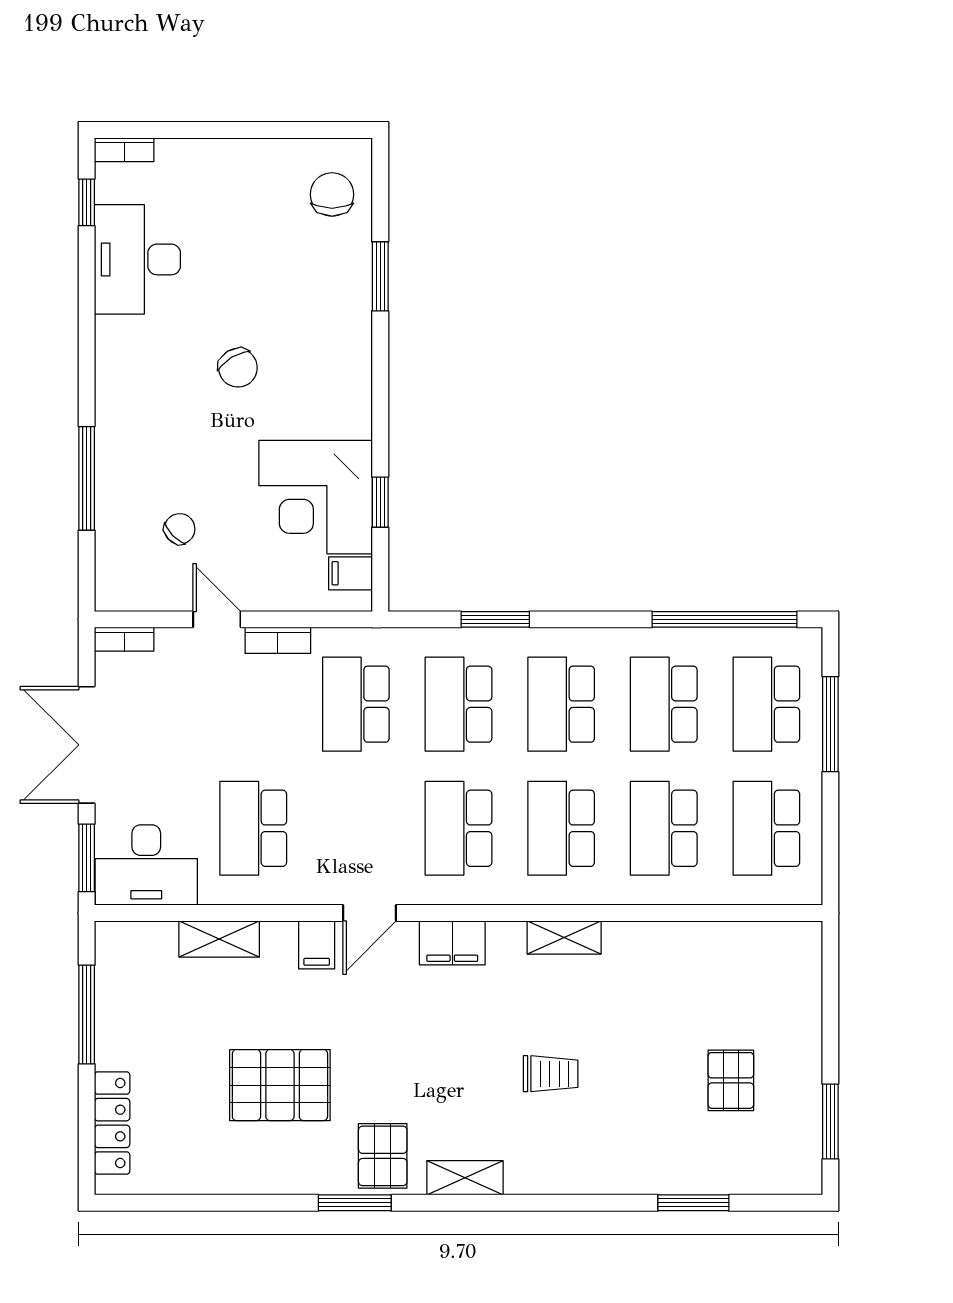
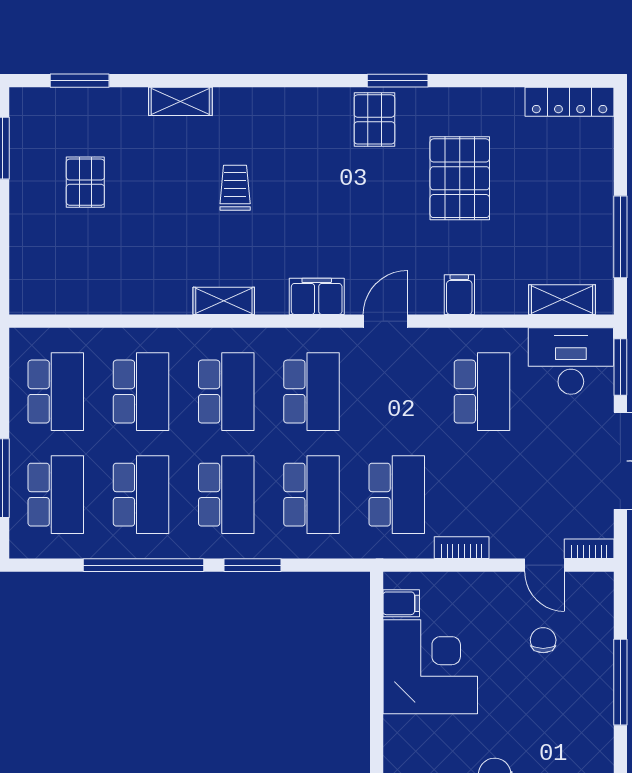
window: (380, 502) -> (377, 662), removed
chair: (180, 529) -> (543, 640), turned 134
door: (217, 619) -> (545, 565), moved
window: (495, 619) -> (252, 565), moved
window: (724, 619) -> (144, 565), moved
shelving: (219, 939) -> (562, 300), moved
filing cabinet: (317, 945) -> (459, 295), moved
trolley: (551, 1074) -> (235, 188), turned 90
pallet: (280, 1085) -> (460, 178), turned 90
locker: (112, 1123) -> (570, 102), moved, turned -90
shelving: (465, 1178) -> (180, 101), moved
window: (693, 1203) -> (80, 81), moved

